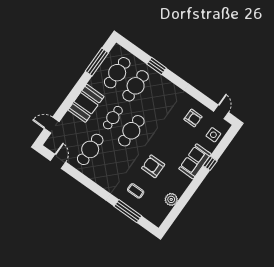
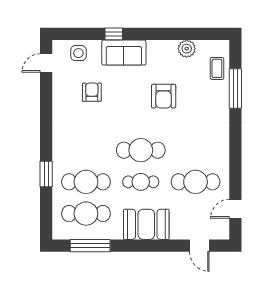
armchair: (193, 118) -> (92, 92), moved
coffee table: (136, 191) -> (217, 68), moved

